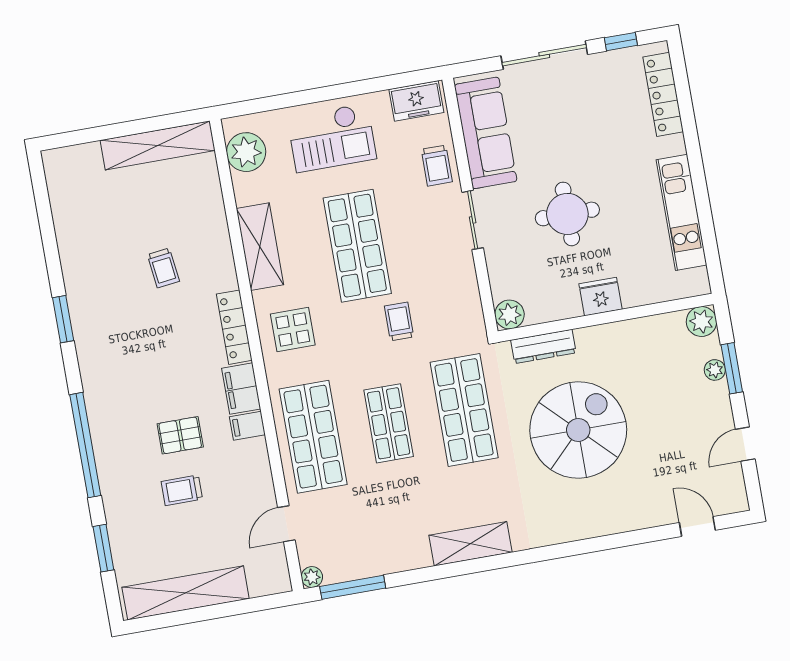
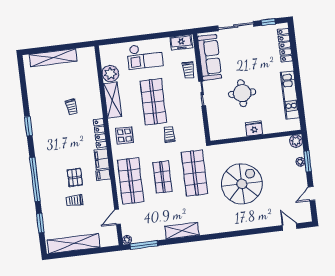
shelving: (158, 145) -> (53, 58), moved
plant: (246, 152) -> (110, 73), moved
plant: (509, 314) -> (216, 134), removed
dresser: (543, 346) -> (229, 148), removed
pallet: (180, 435) -> (75, 177), turned 90
shelving: (471, 544) -> (182, 231), moved

